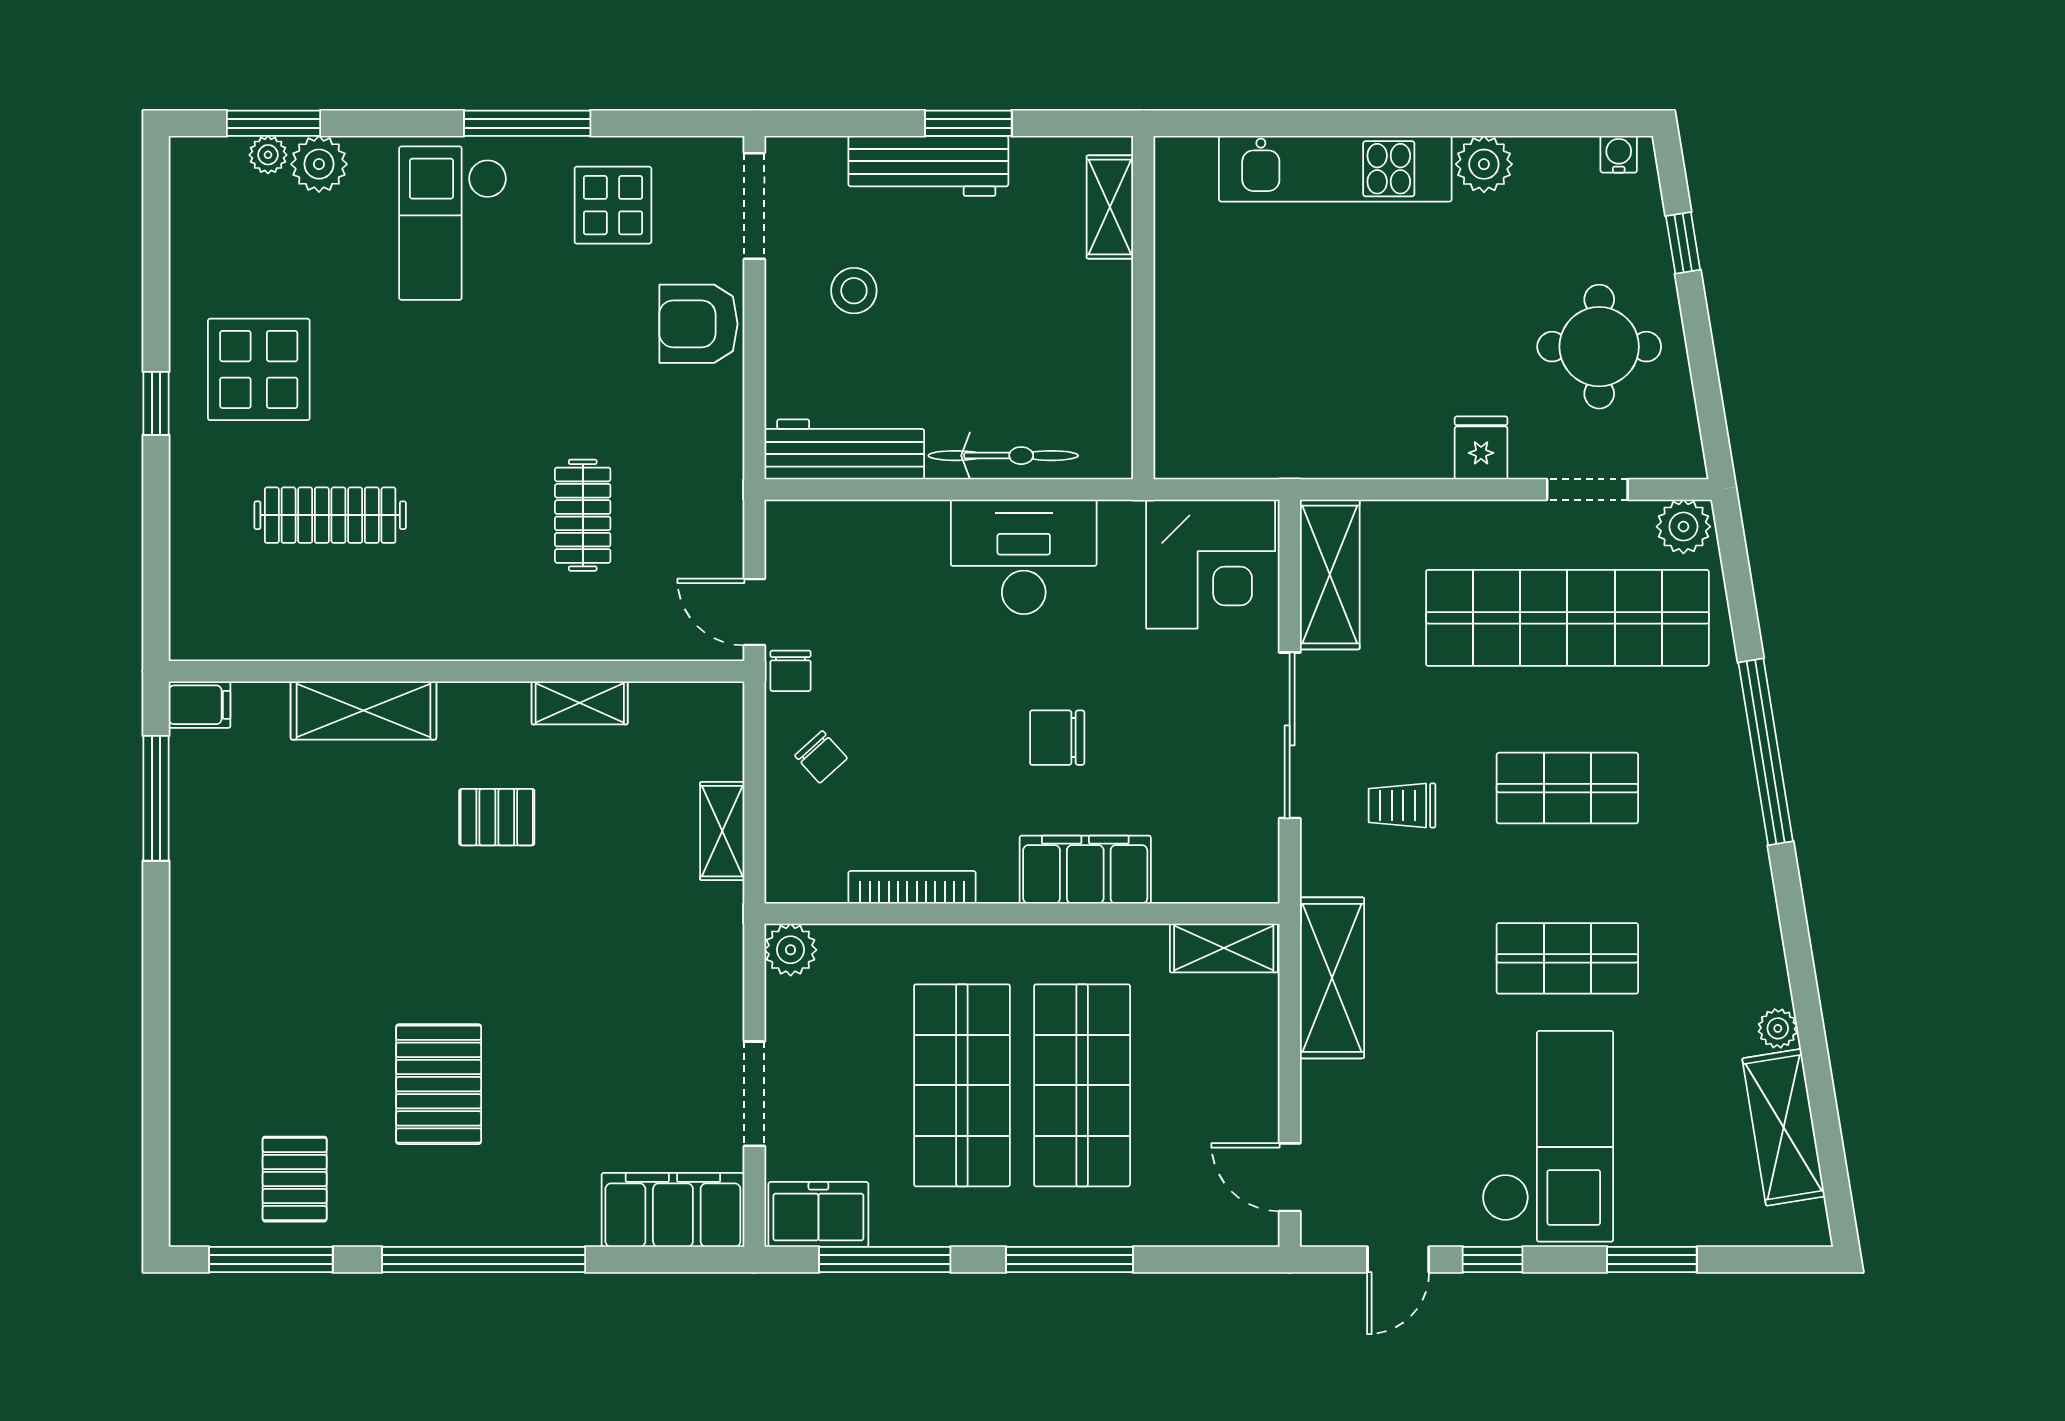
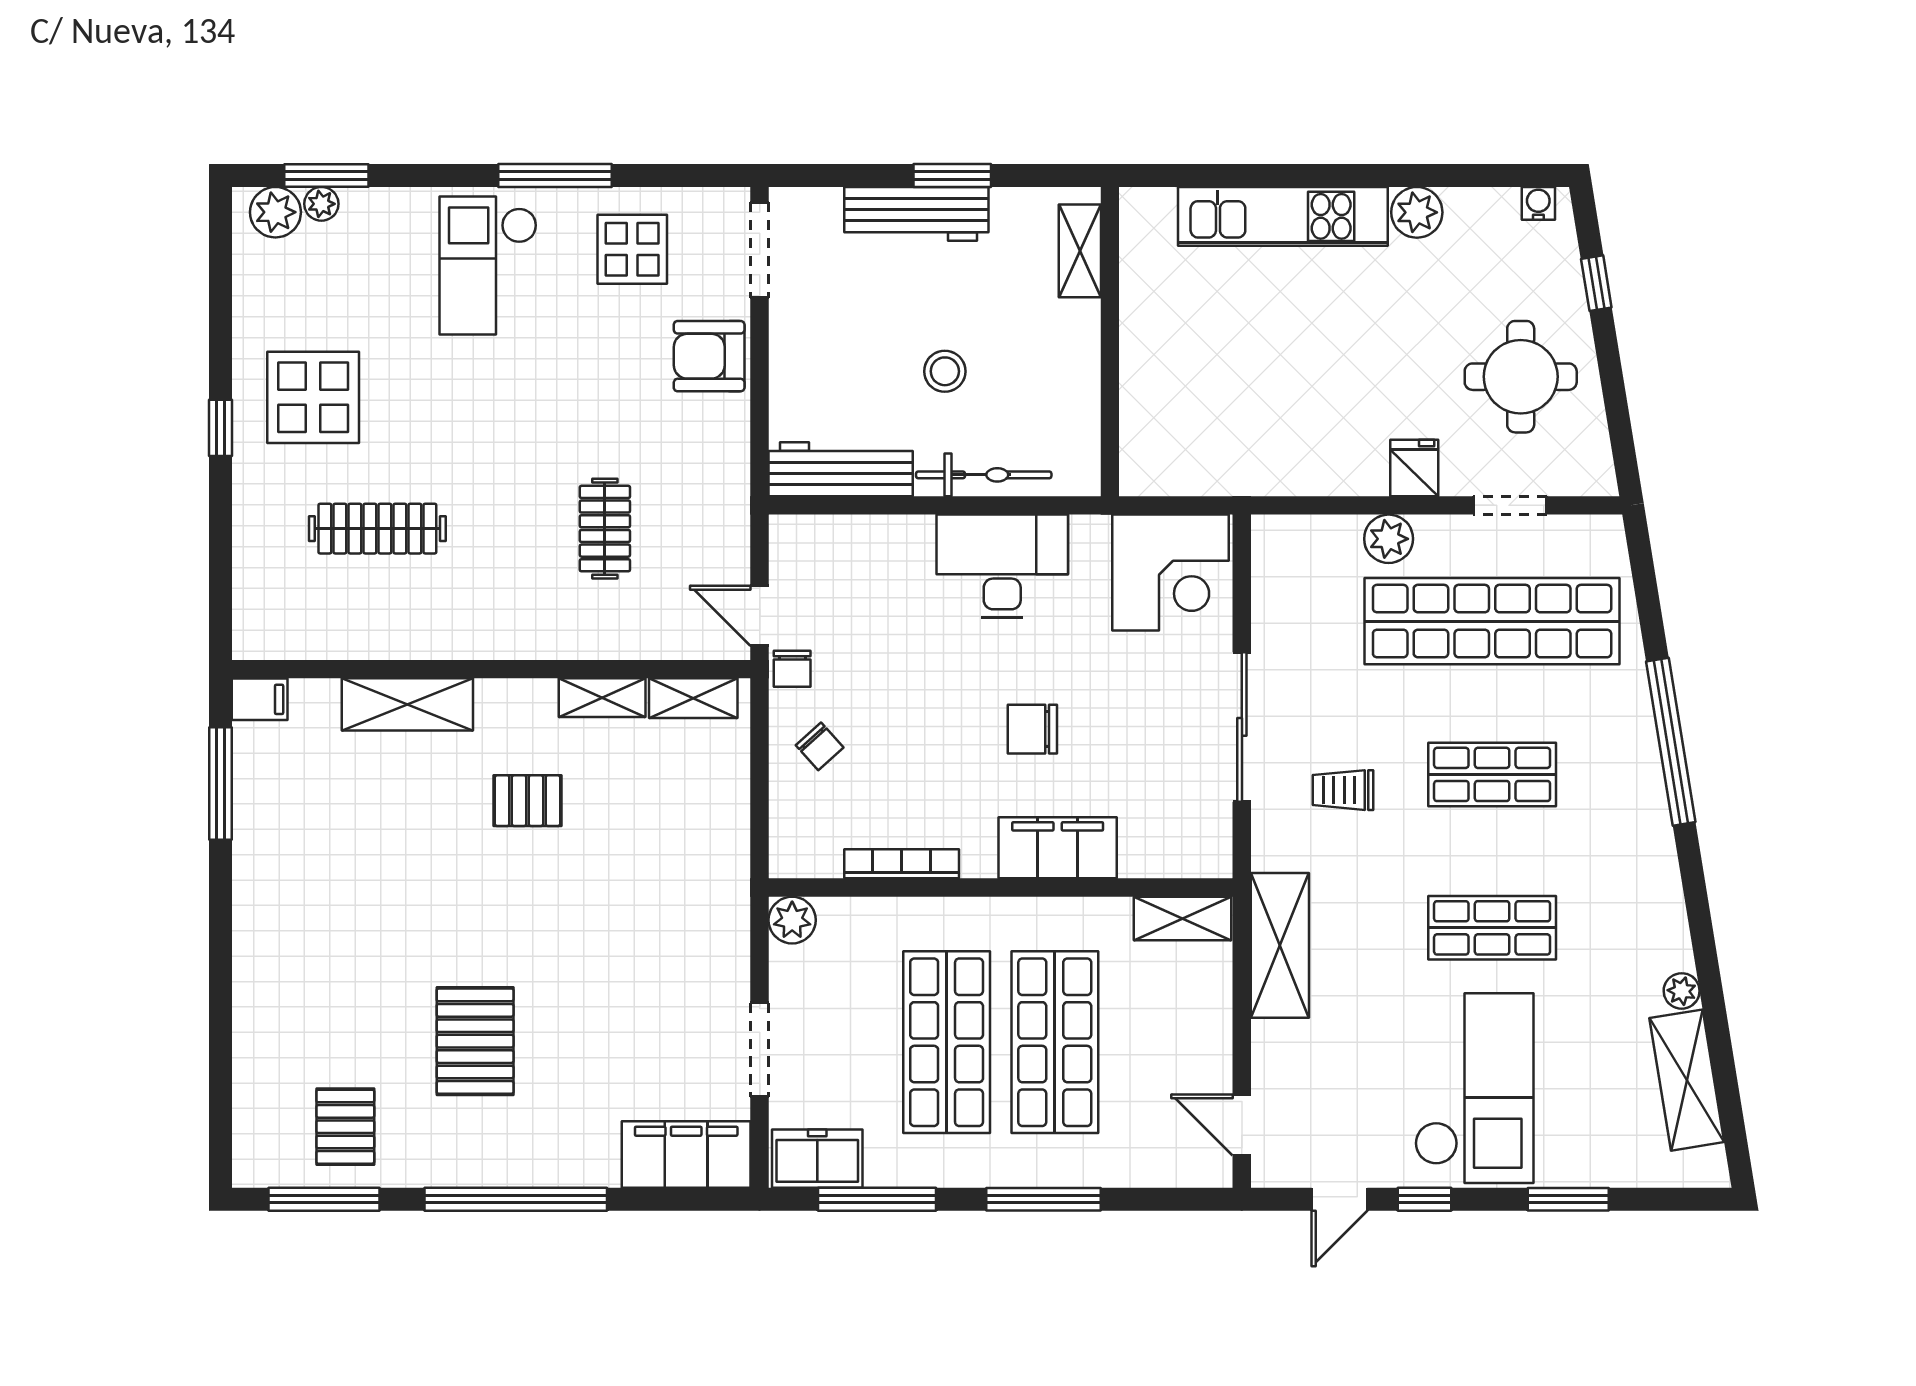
plant: (319, 164) -> (275, 212), moved
stool: (854, 291) -> (945, 371), moved
plant: (1683, 527) -> (1389, 539), moved
shelving: (1330, 574) -> (1278, 582), removed
shelving: (722, 831) -> (693, 698), moved, turned 90

